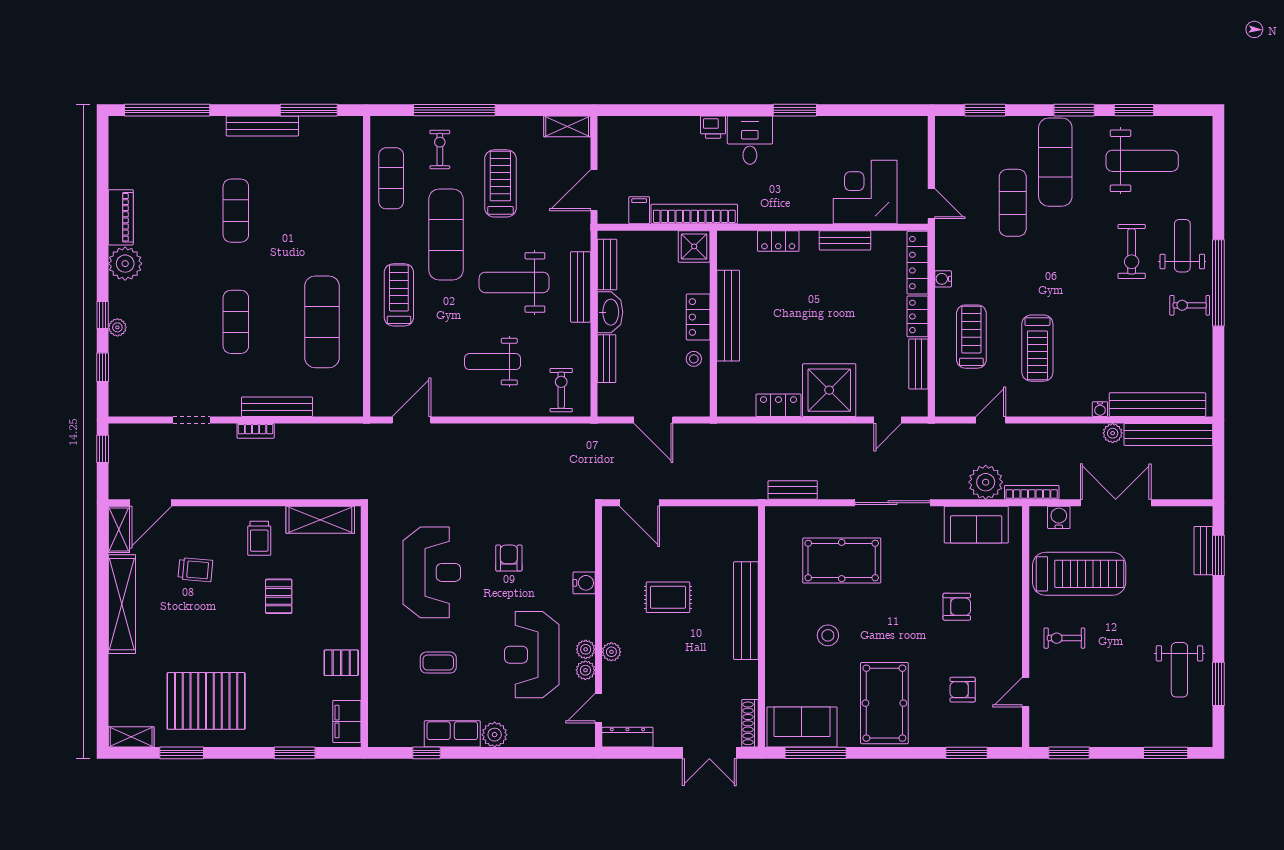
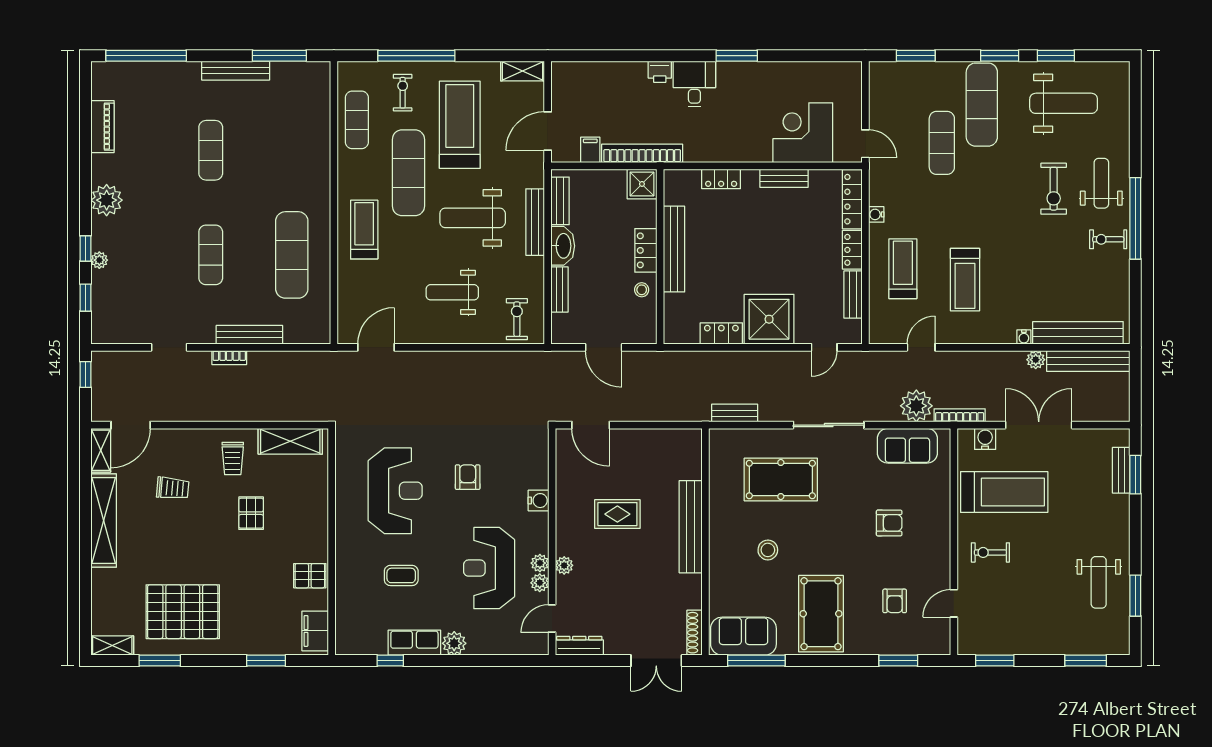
treadmill: (500, 183) -> (460, 125), width x1.37, depth x1.38
piano: (121, 217) -> (102, 127), moved
armchair: (963, 690) -> (895, 601), turned -90

